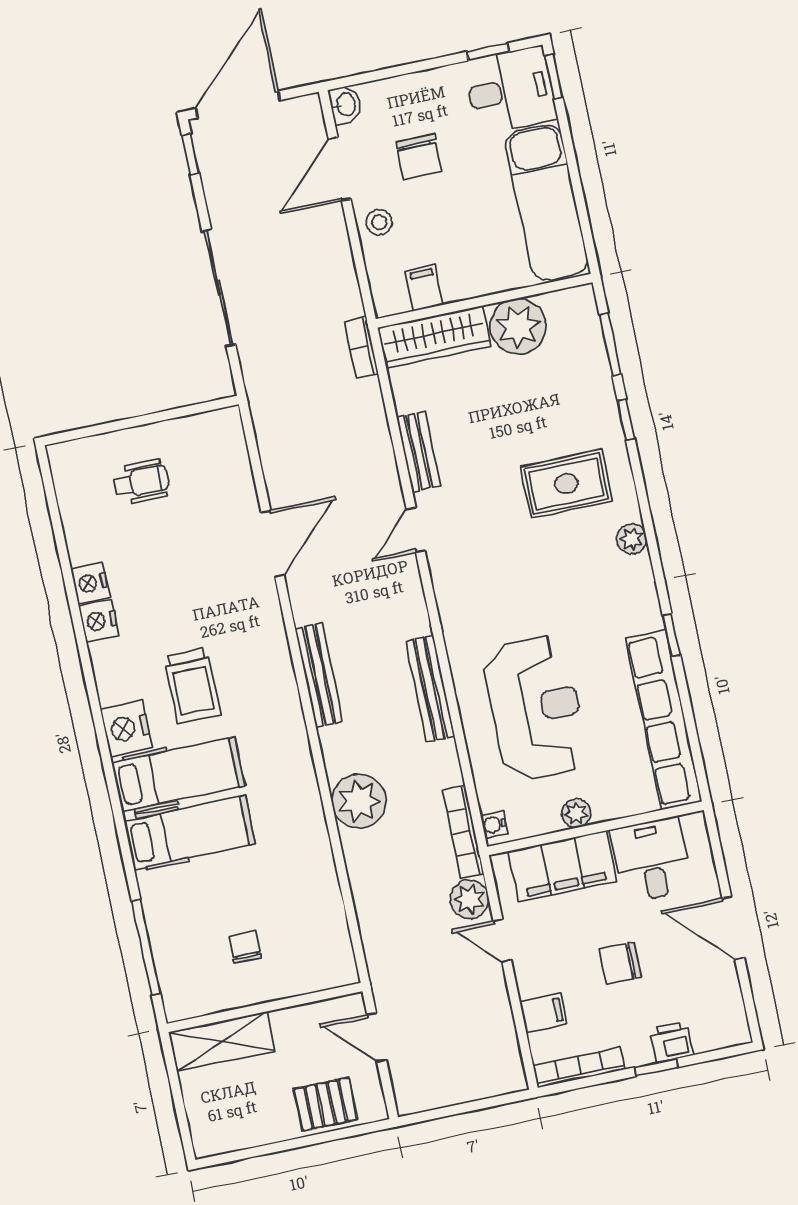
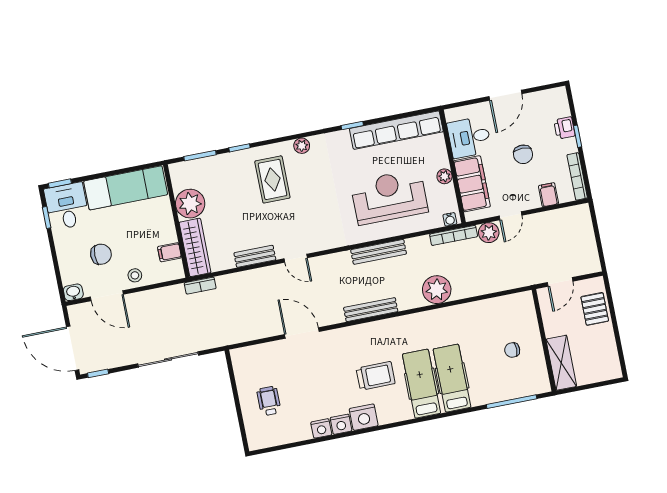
nightstand: (126, 728) -> (364, 417), moved

